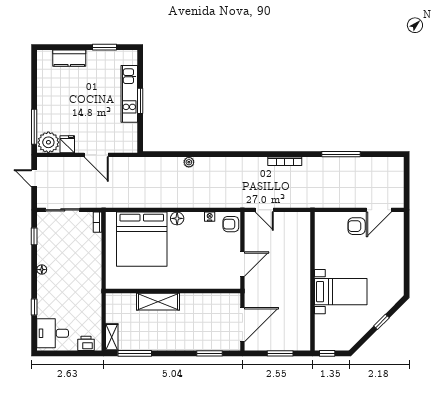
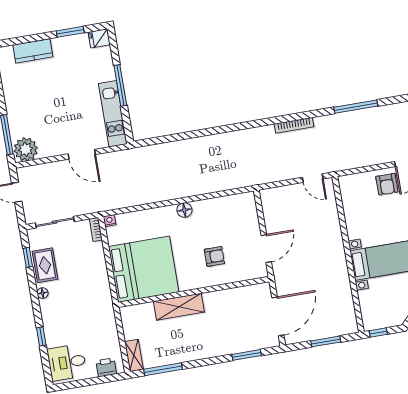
kitchen unit: (129, 94) -> (113, 114), moved
window: (140, 101) -> (120, 85), width x1.44
fridge: (67, 144) -> (99, 38), moved, turned -90
plant: (189, 162) -> (187, 145), removed
door: (264, 210) -> (313, 178), moved
nightstand: (210, 217) -> (110, 221), moved
armchair: (231, 224) -> (214, 256), moved, turned 180
armchair: (357, 226) -> (387, 184), turned -90
bed: (142, 239) -> (144, 269), moved, turned -90
rug: (48, 246) -> (45, 265), added

